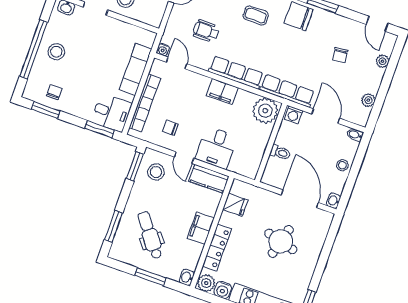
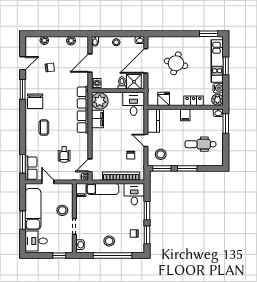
door: (377, 24) -> (23, 63), moved
filing cabinet: (145, 37) -> (81, 190), added
row of seats: (236, 73) -> (83, 122), width x0.68
row of seats: (287, 91) -> (83, 98), width x0.68
filing cabinet: (222, 92) -> (97, 119), moved
window: (100, 129) -> (147, 211), moved
desk: (216, 147) -> (134, 104), moved, turned -90
door: (184, 158) -> (146, 140), swing flipped
shower: (276, 170) -> (134, 82), added
window: (114, 226) -> (187, 168), moved
filing cabinet: (201, 228) -> (185, 115), width x0.50
dental chair: (150, 235) -> (201, 144), turned 38
locker: (217, 247) -> (194, 101), width x0.66
window: (150, 277) -> (226, 123), moved

